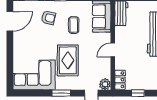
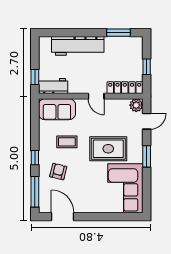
locker: (120, 80) -> (125, 88), width x1.53

